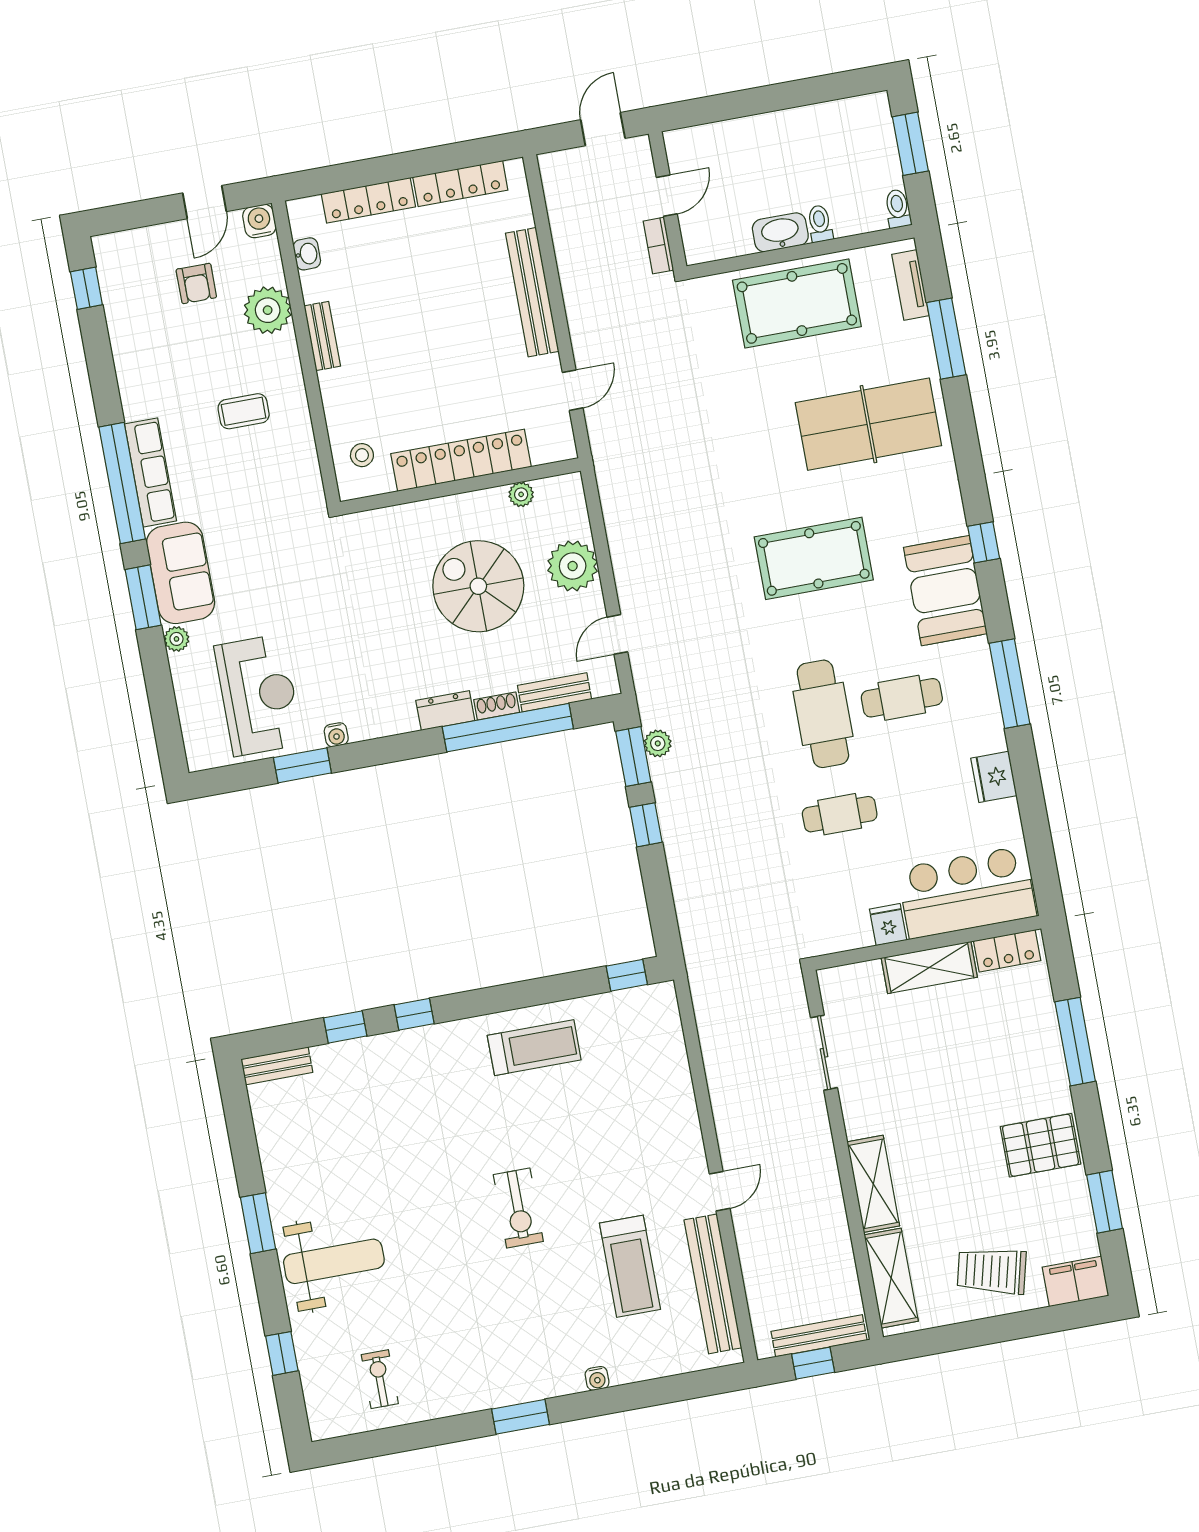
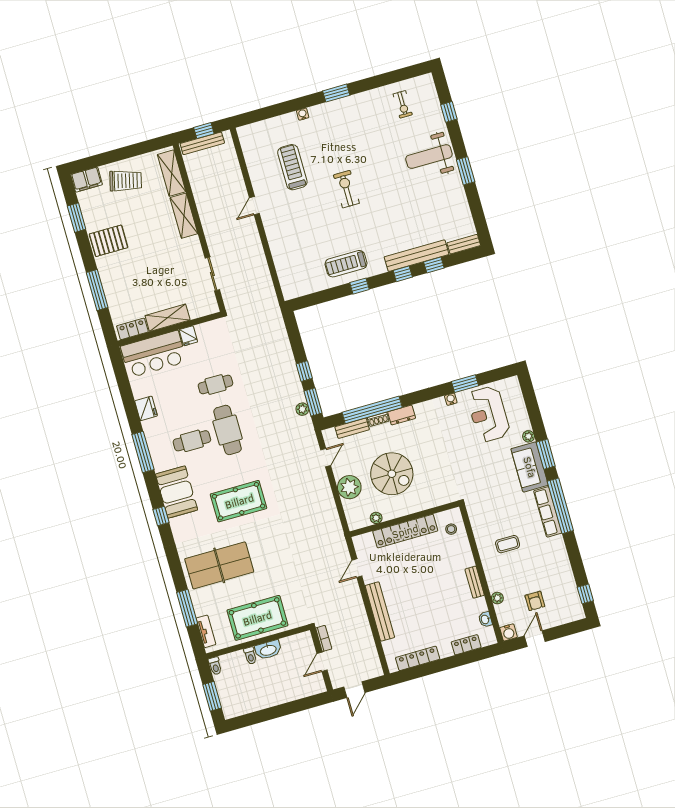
locker: (368, 200) -> (466, 645), width x0.66
armchair: (196, 283) -> (535, 601), turned 180
plant: (268, 310) -> (497, 598), width x0.53, depth x0.53
window: (627, 975) -> (359, 286), moved
bench: (713, 1284) -> (417, 256), moved, turned 90

